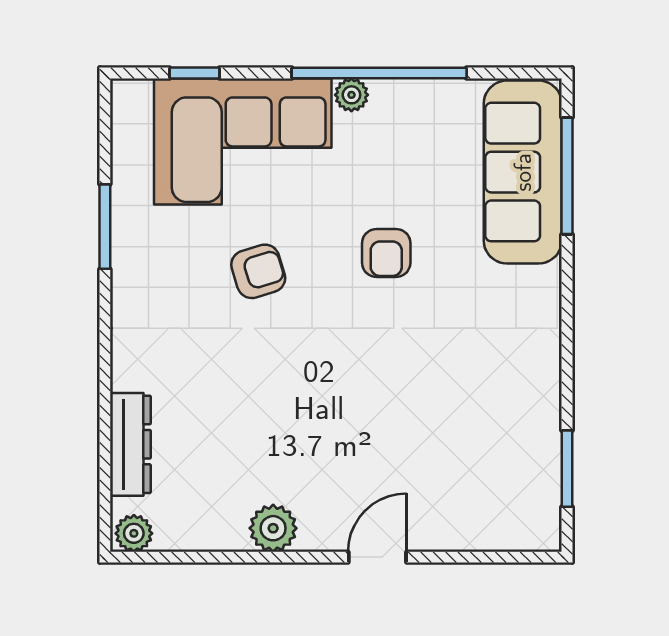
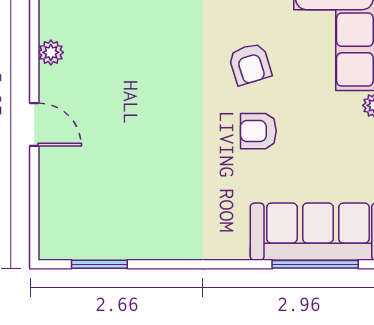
armchair: (258, 271) -> (250, 64), moved
plant: (273, 528) -> (51, 52), width x0.73, depth x0.73

